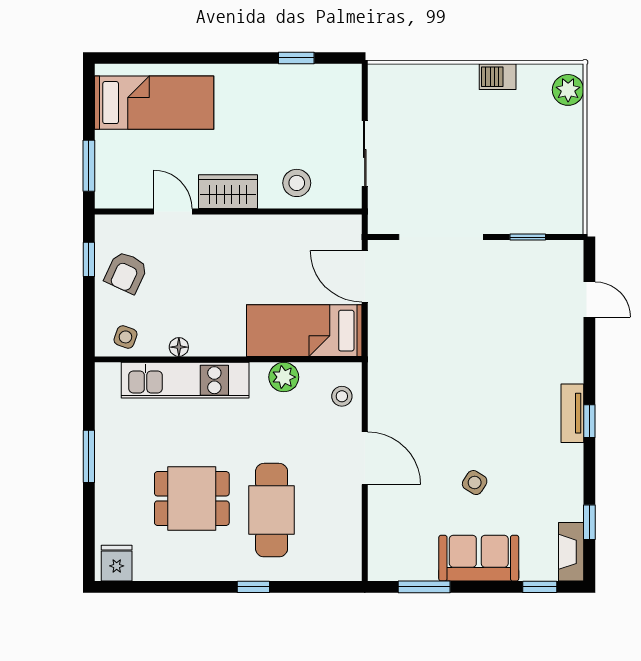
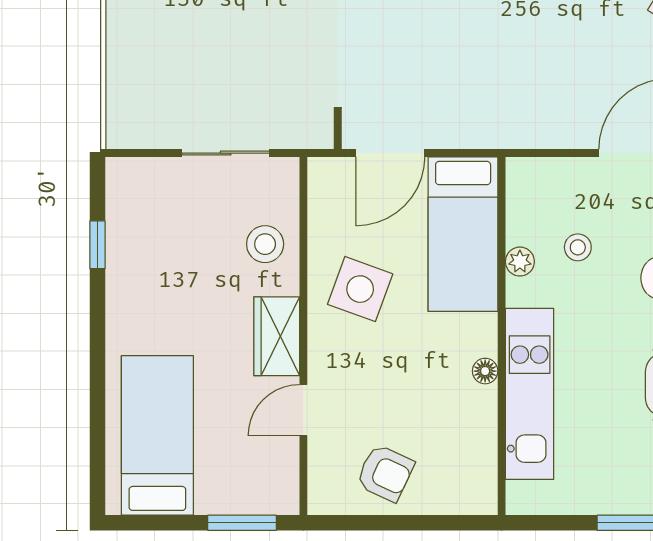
window: (89, 259) -> (368, 523), removed
side table: (125, 337) -> (360, 289), moved, width x1.87, depth x1.87
floor lamp: (179, 347) -> (485, 371), moved
plant: (284, 377) -> (520, 262), width x0.73, depth x0.73
stool: (342, 396) -> (578, 247), moved

